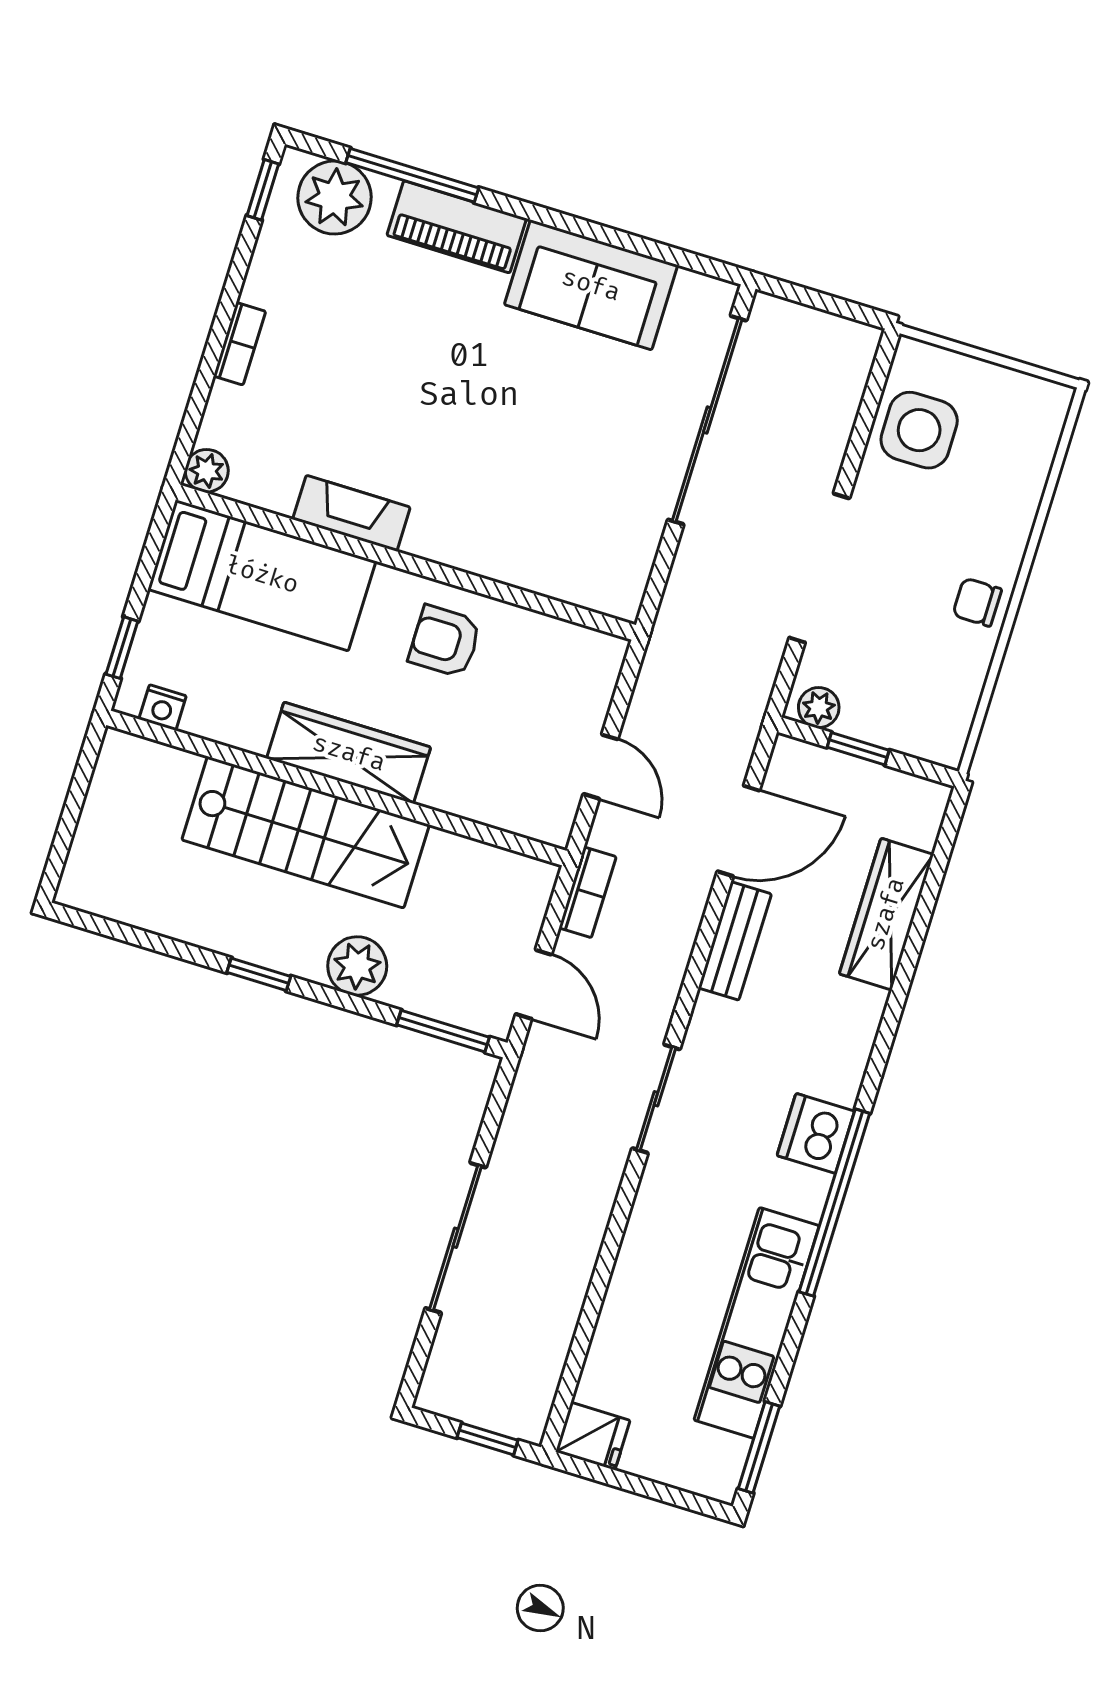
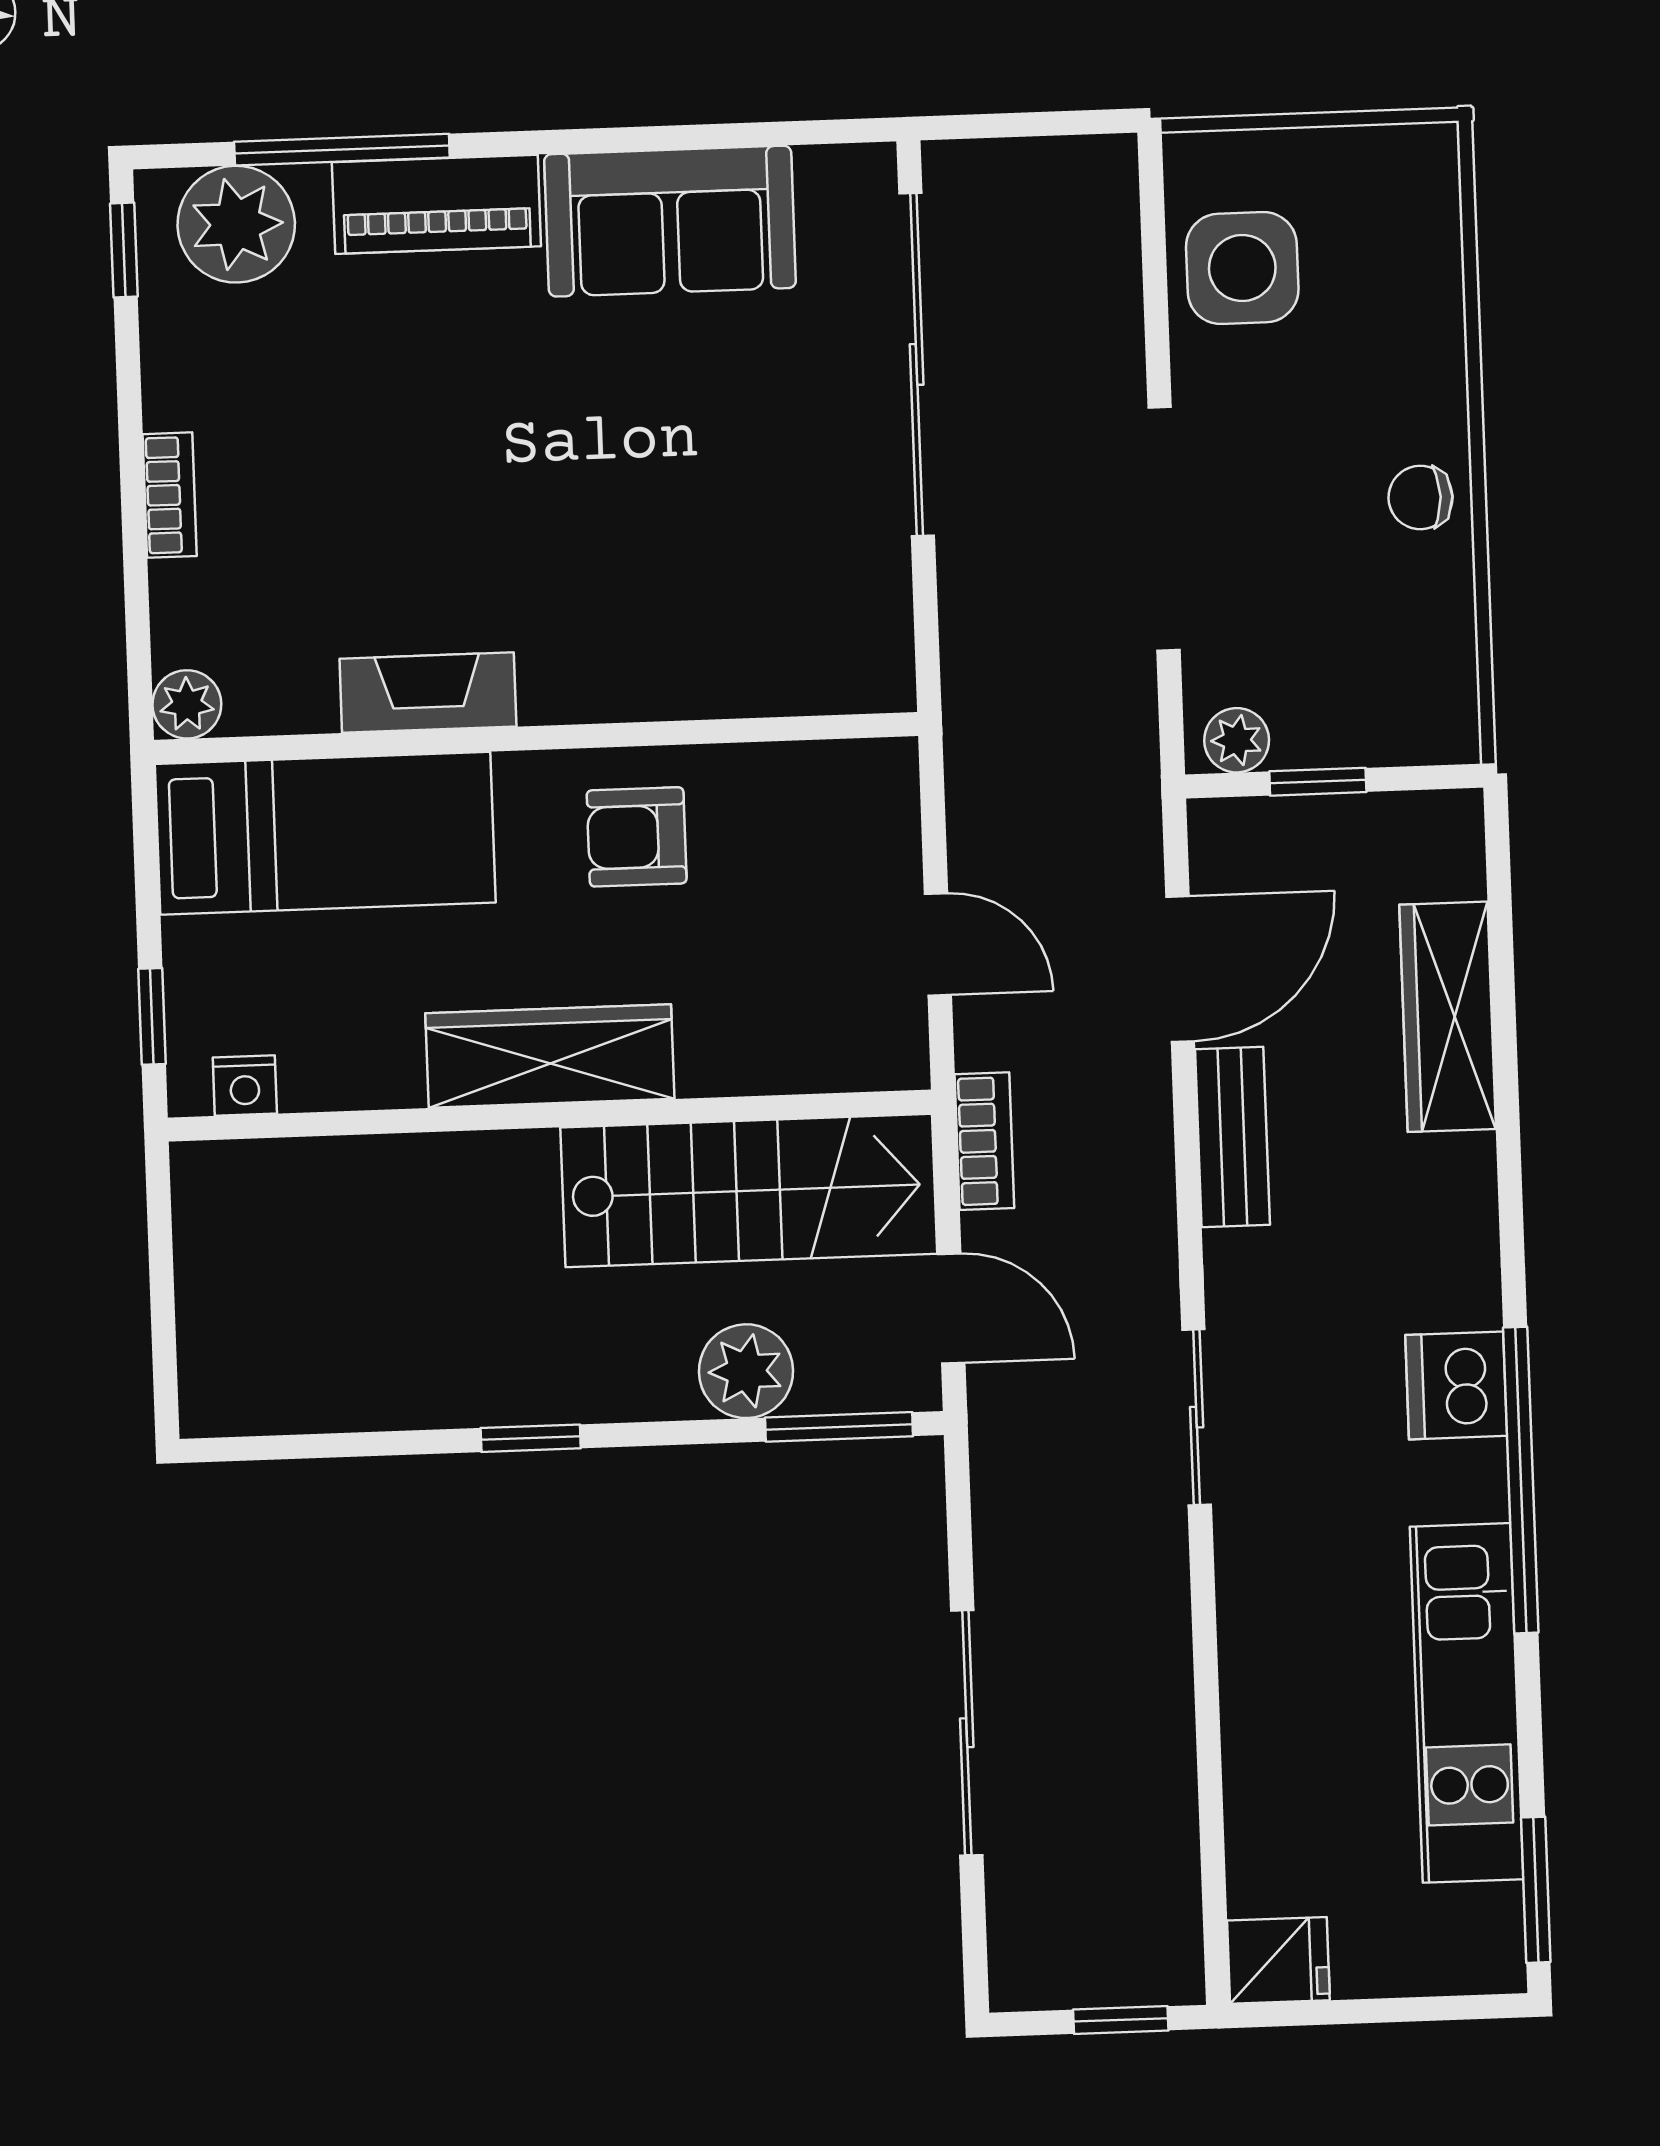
stairs: (306, 832) -> (749, 1191), moved
plant: (357, 966) -> (746, 1371), moved

